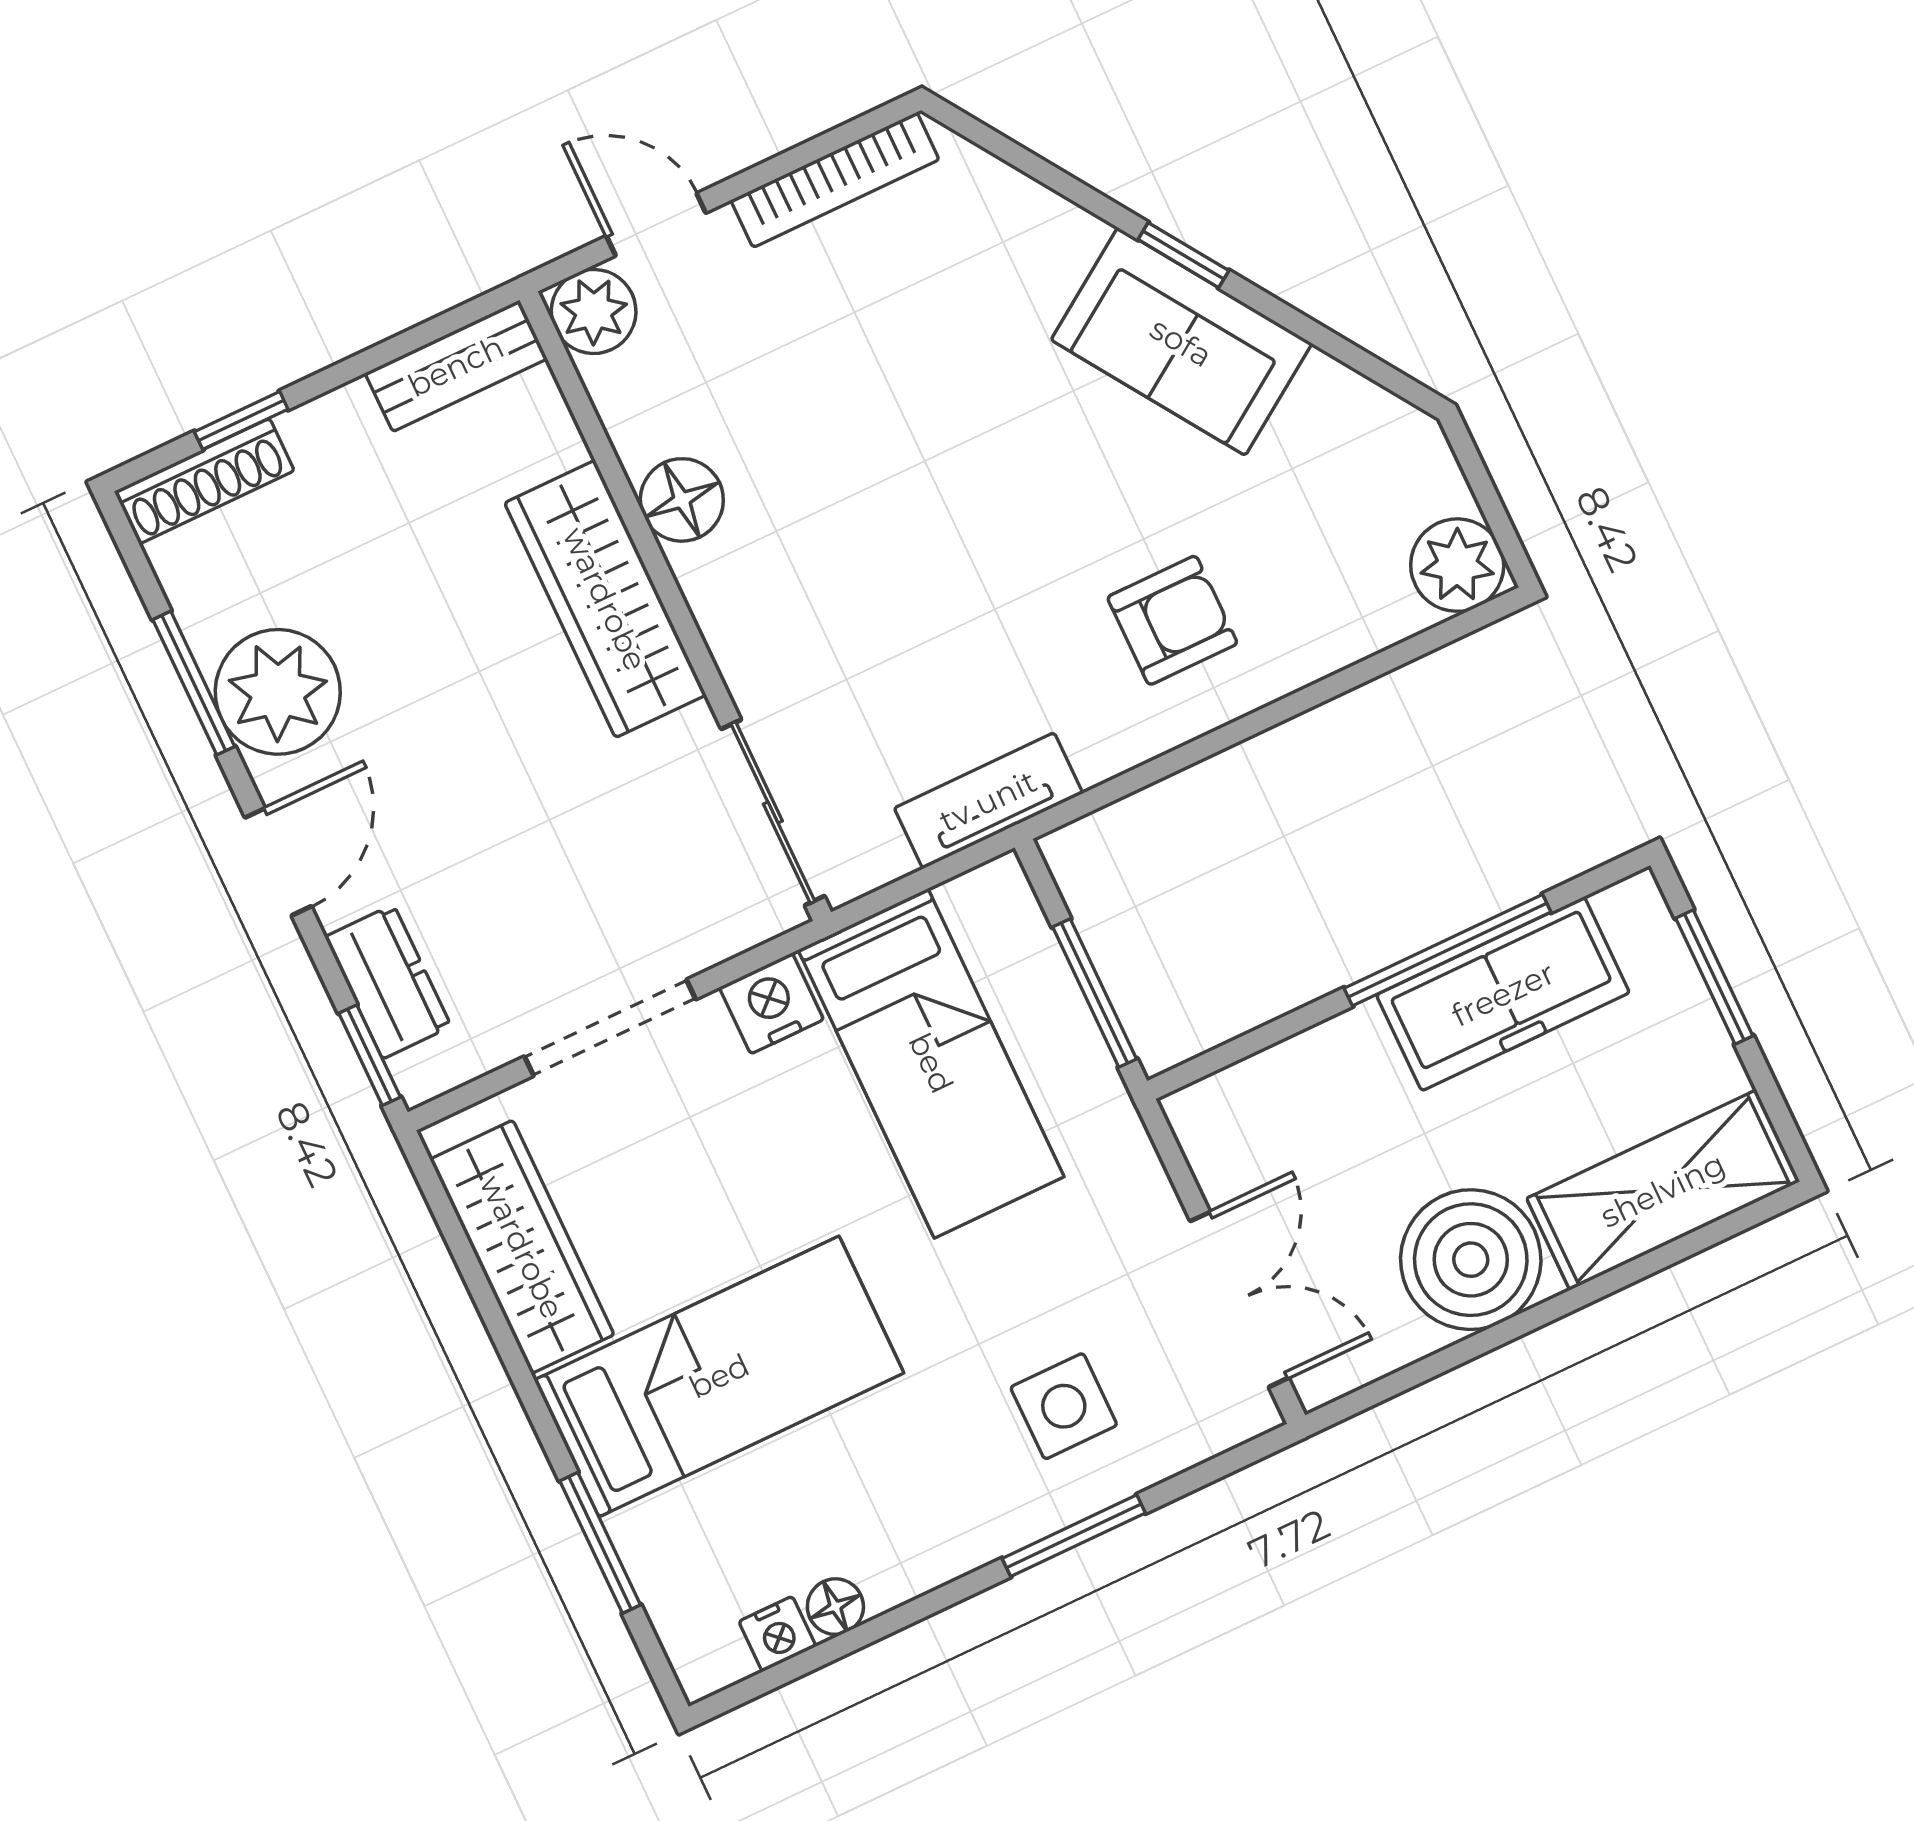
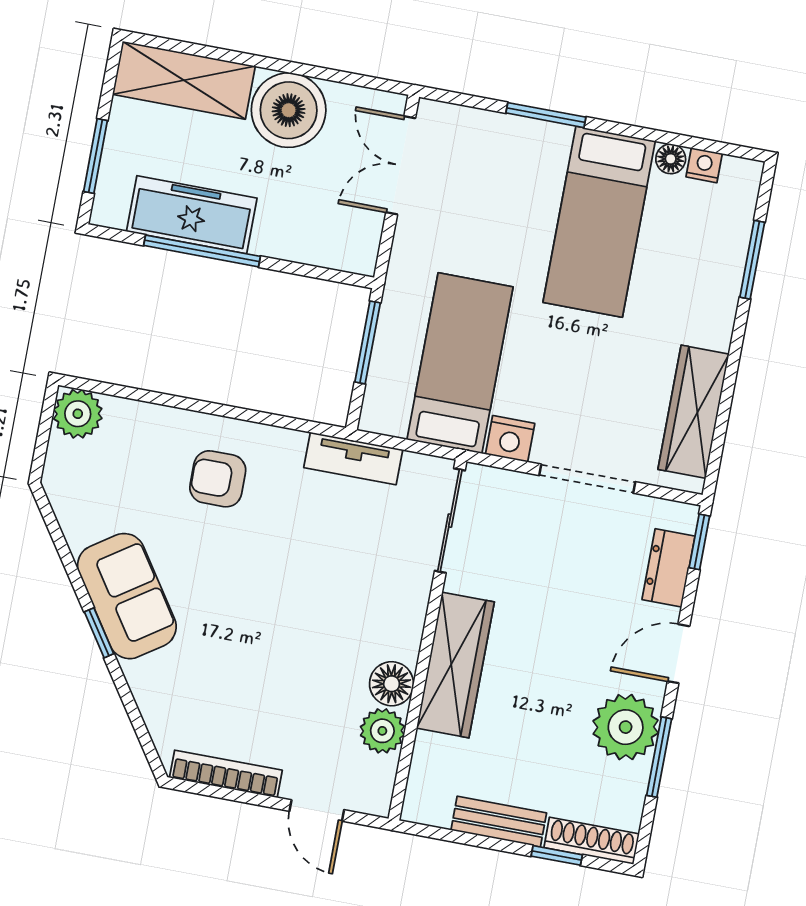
plant: (594, 311) -> (382, 731), moved
bench: (456, 366) -> (499, 822), moved
bed: (719, 1376) -> (599, 222), moved, turned -90
side table: (1064, 1406) -> (510, 174), removed

